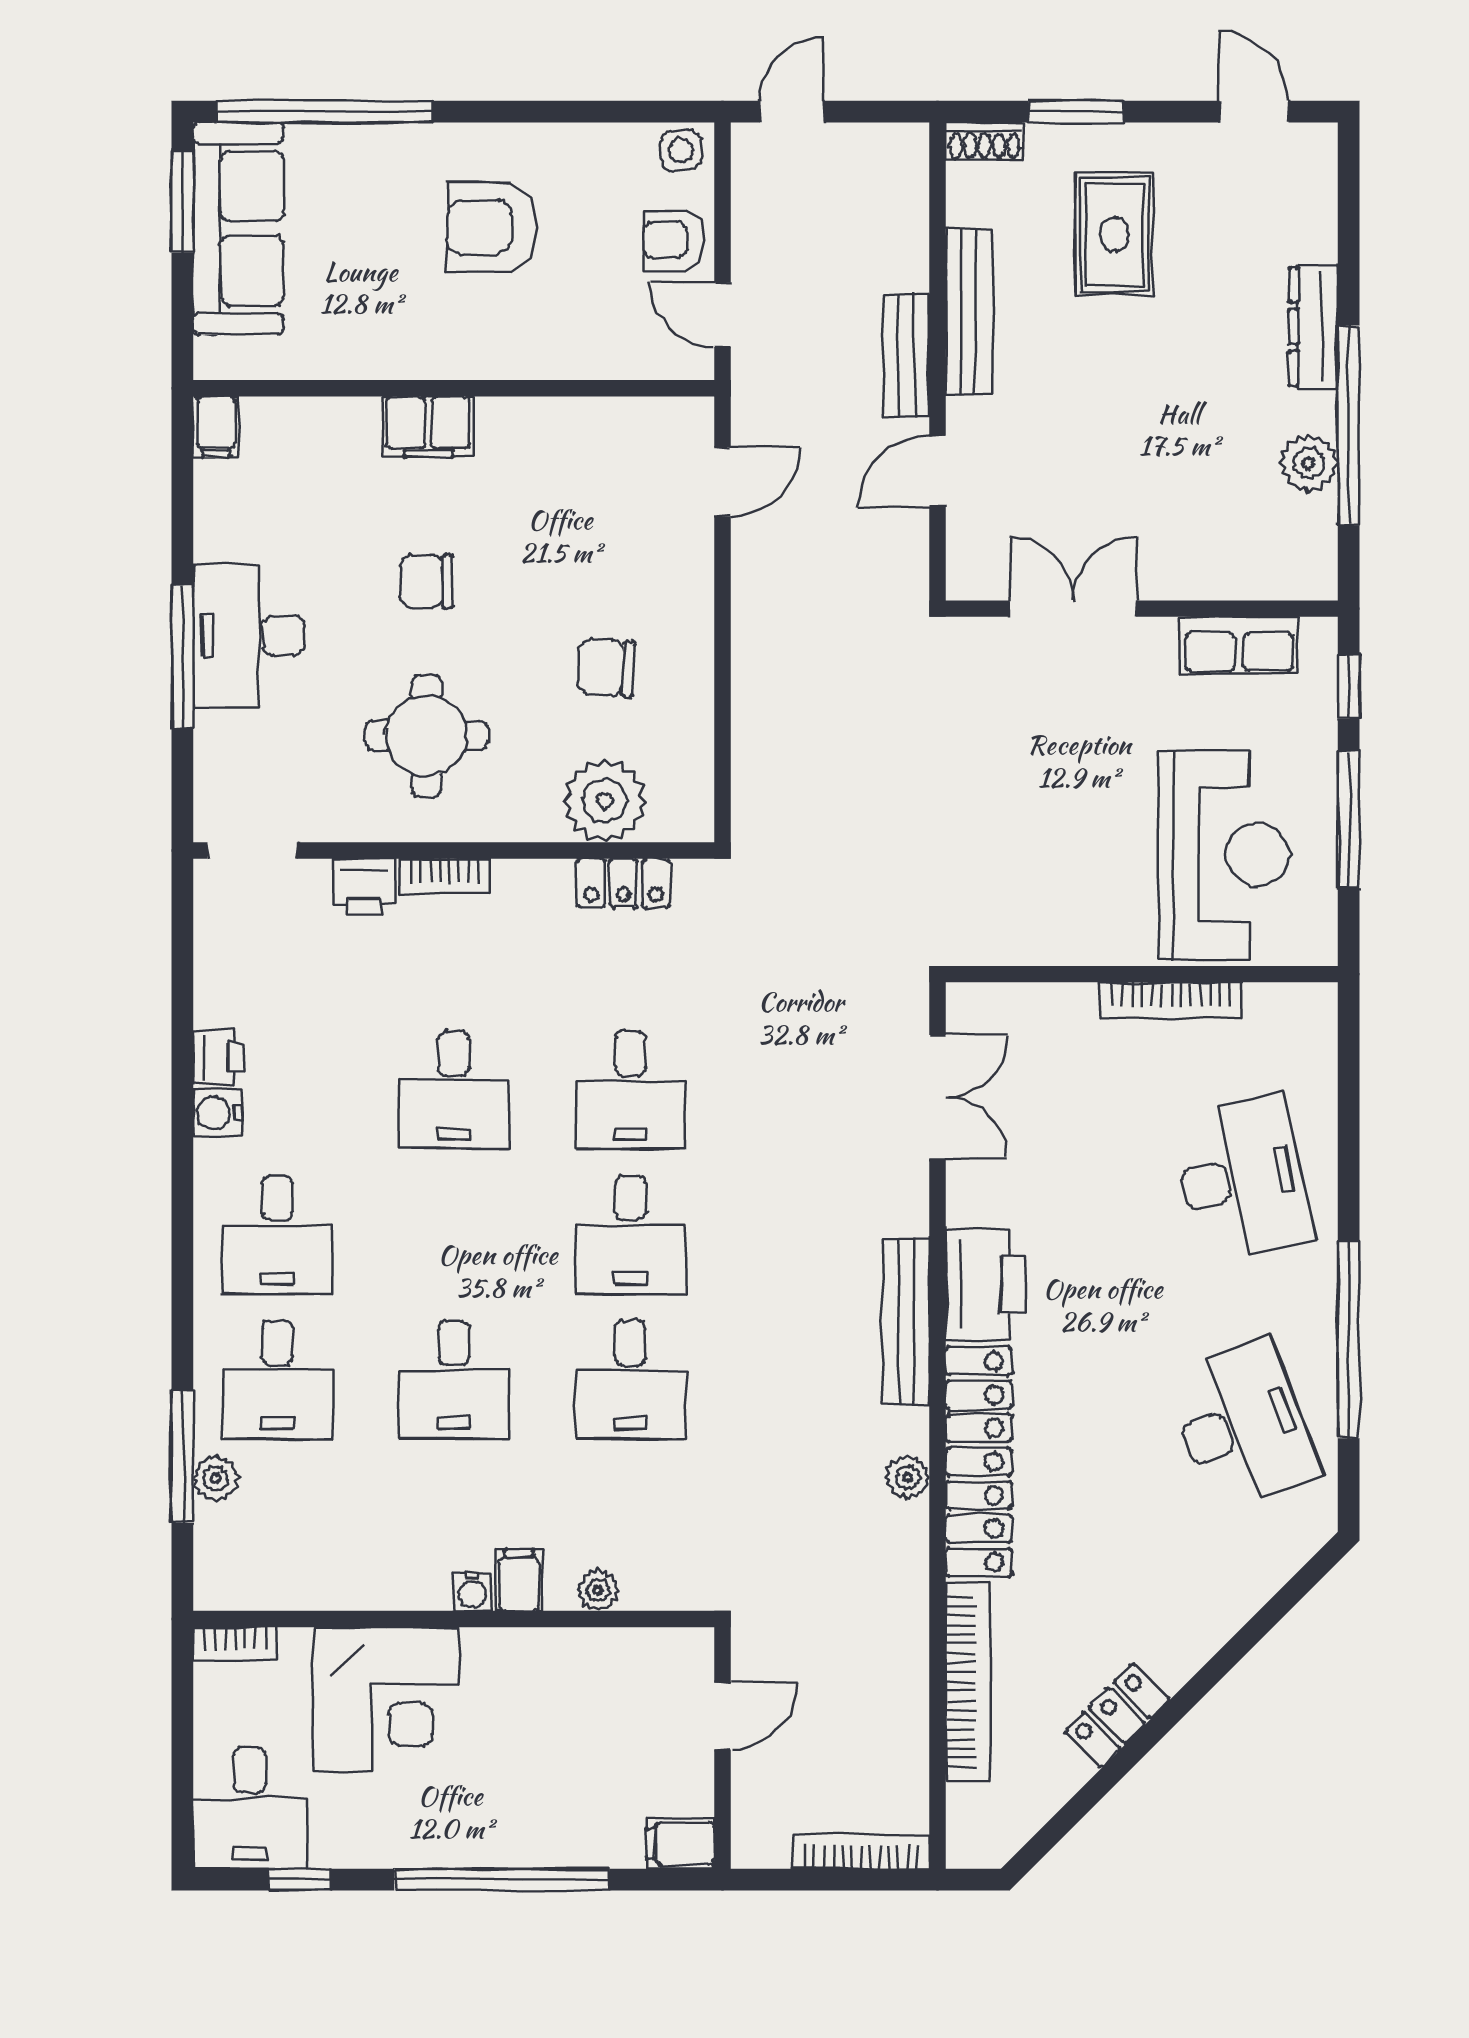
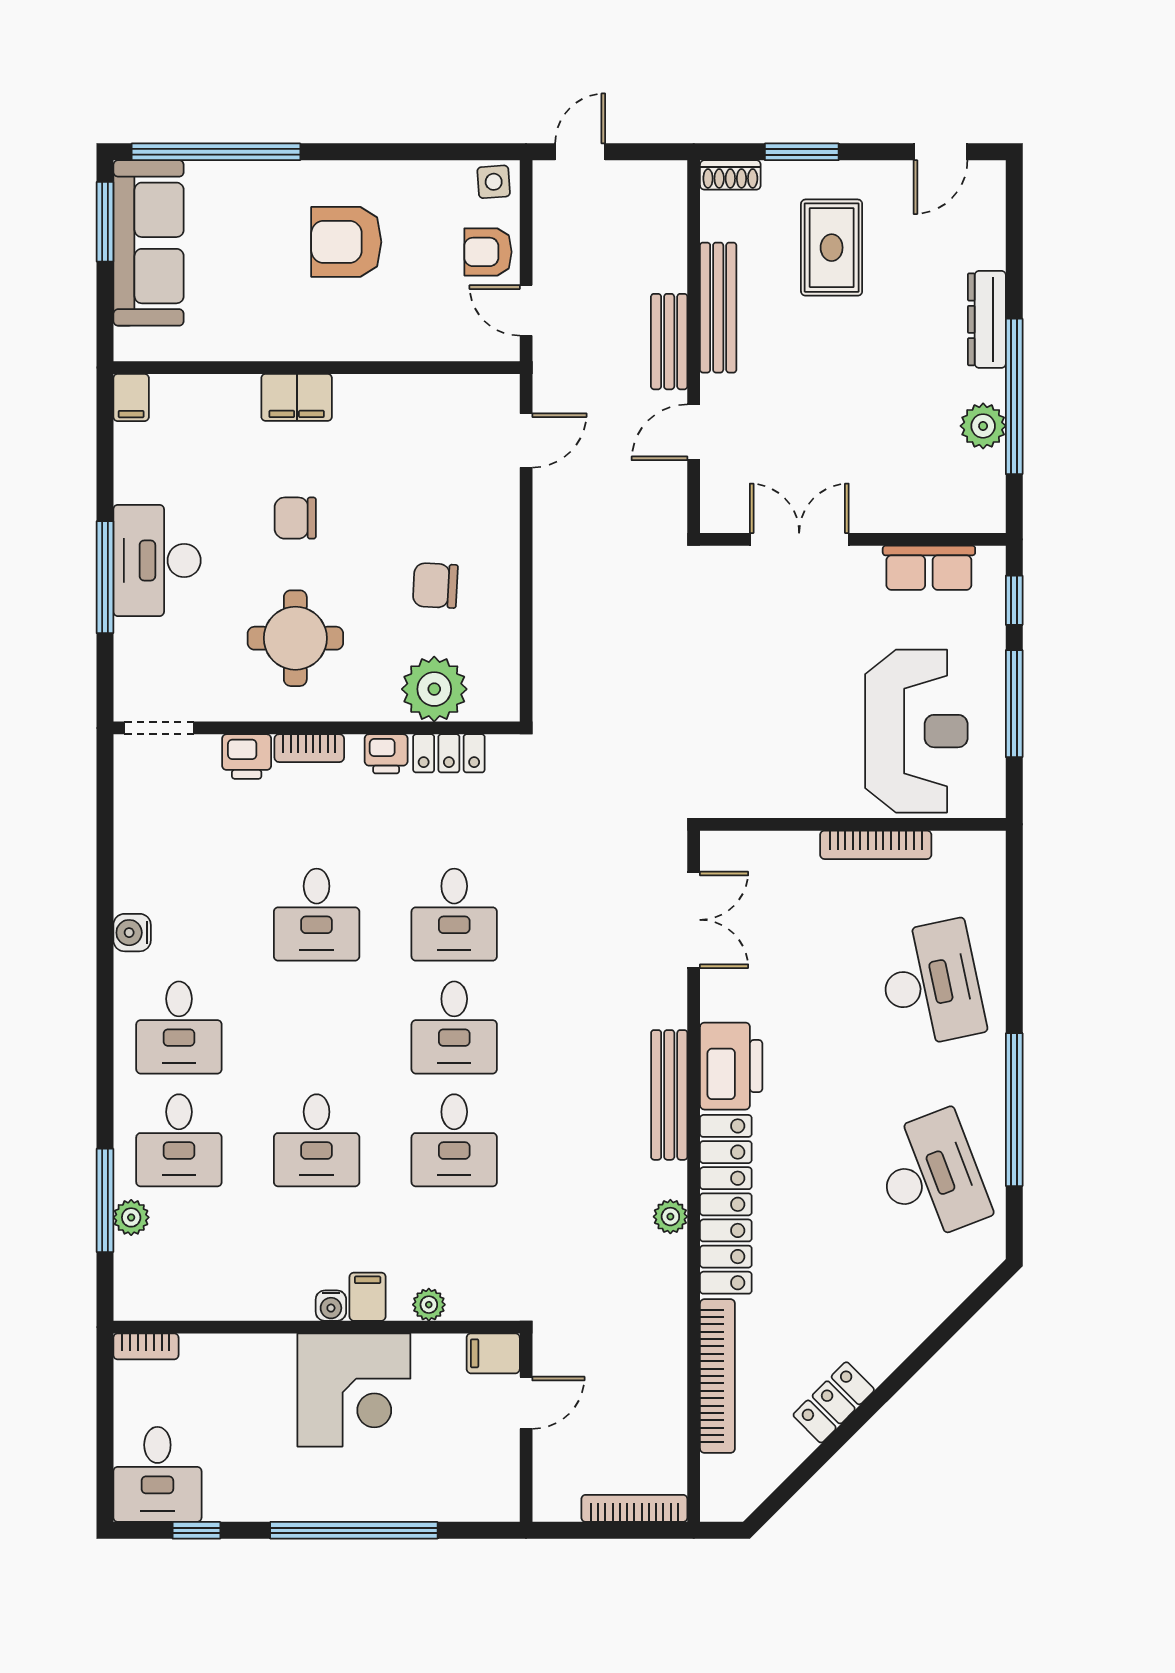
door: (1254, 112) -> (941, 152), swing flipped
printer: (218, 1057) -> (386, 754), moved, turned 90
corner desk: (386, 1700) -> (354, 1390), moved
filing cabinet: (680, 1843) -> (493, 1353), moved

